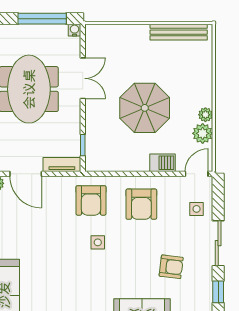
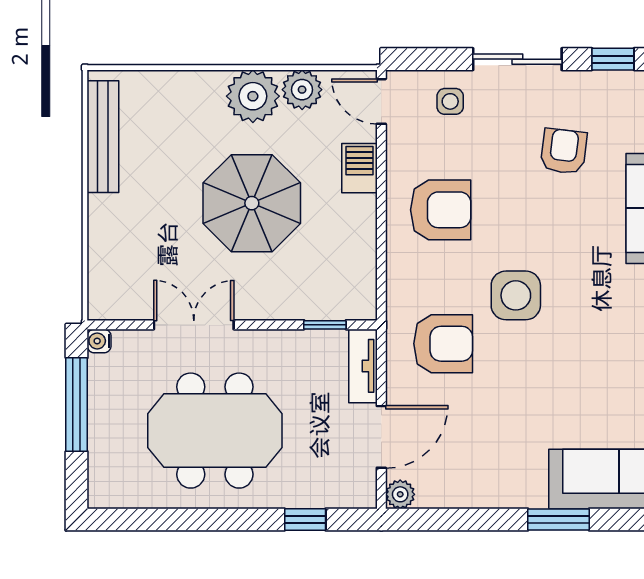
plant: (205, 115) -> (253, 96), width x1.88, depth x1.88
armchair: (91, 200) -> (443, 344), moved
side table: (98, 242) -> (516, 295), width x1.87, depth x1.87

